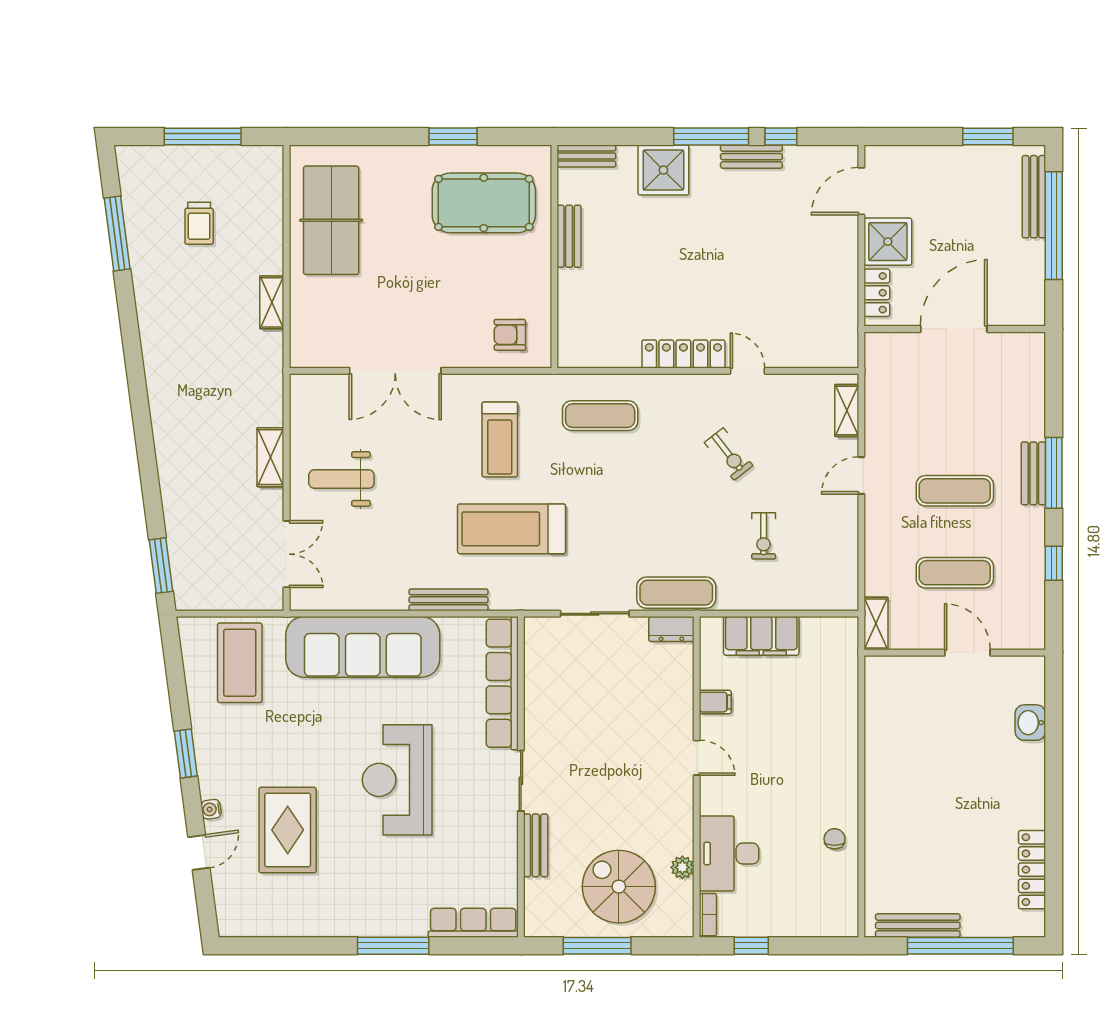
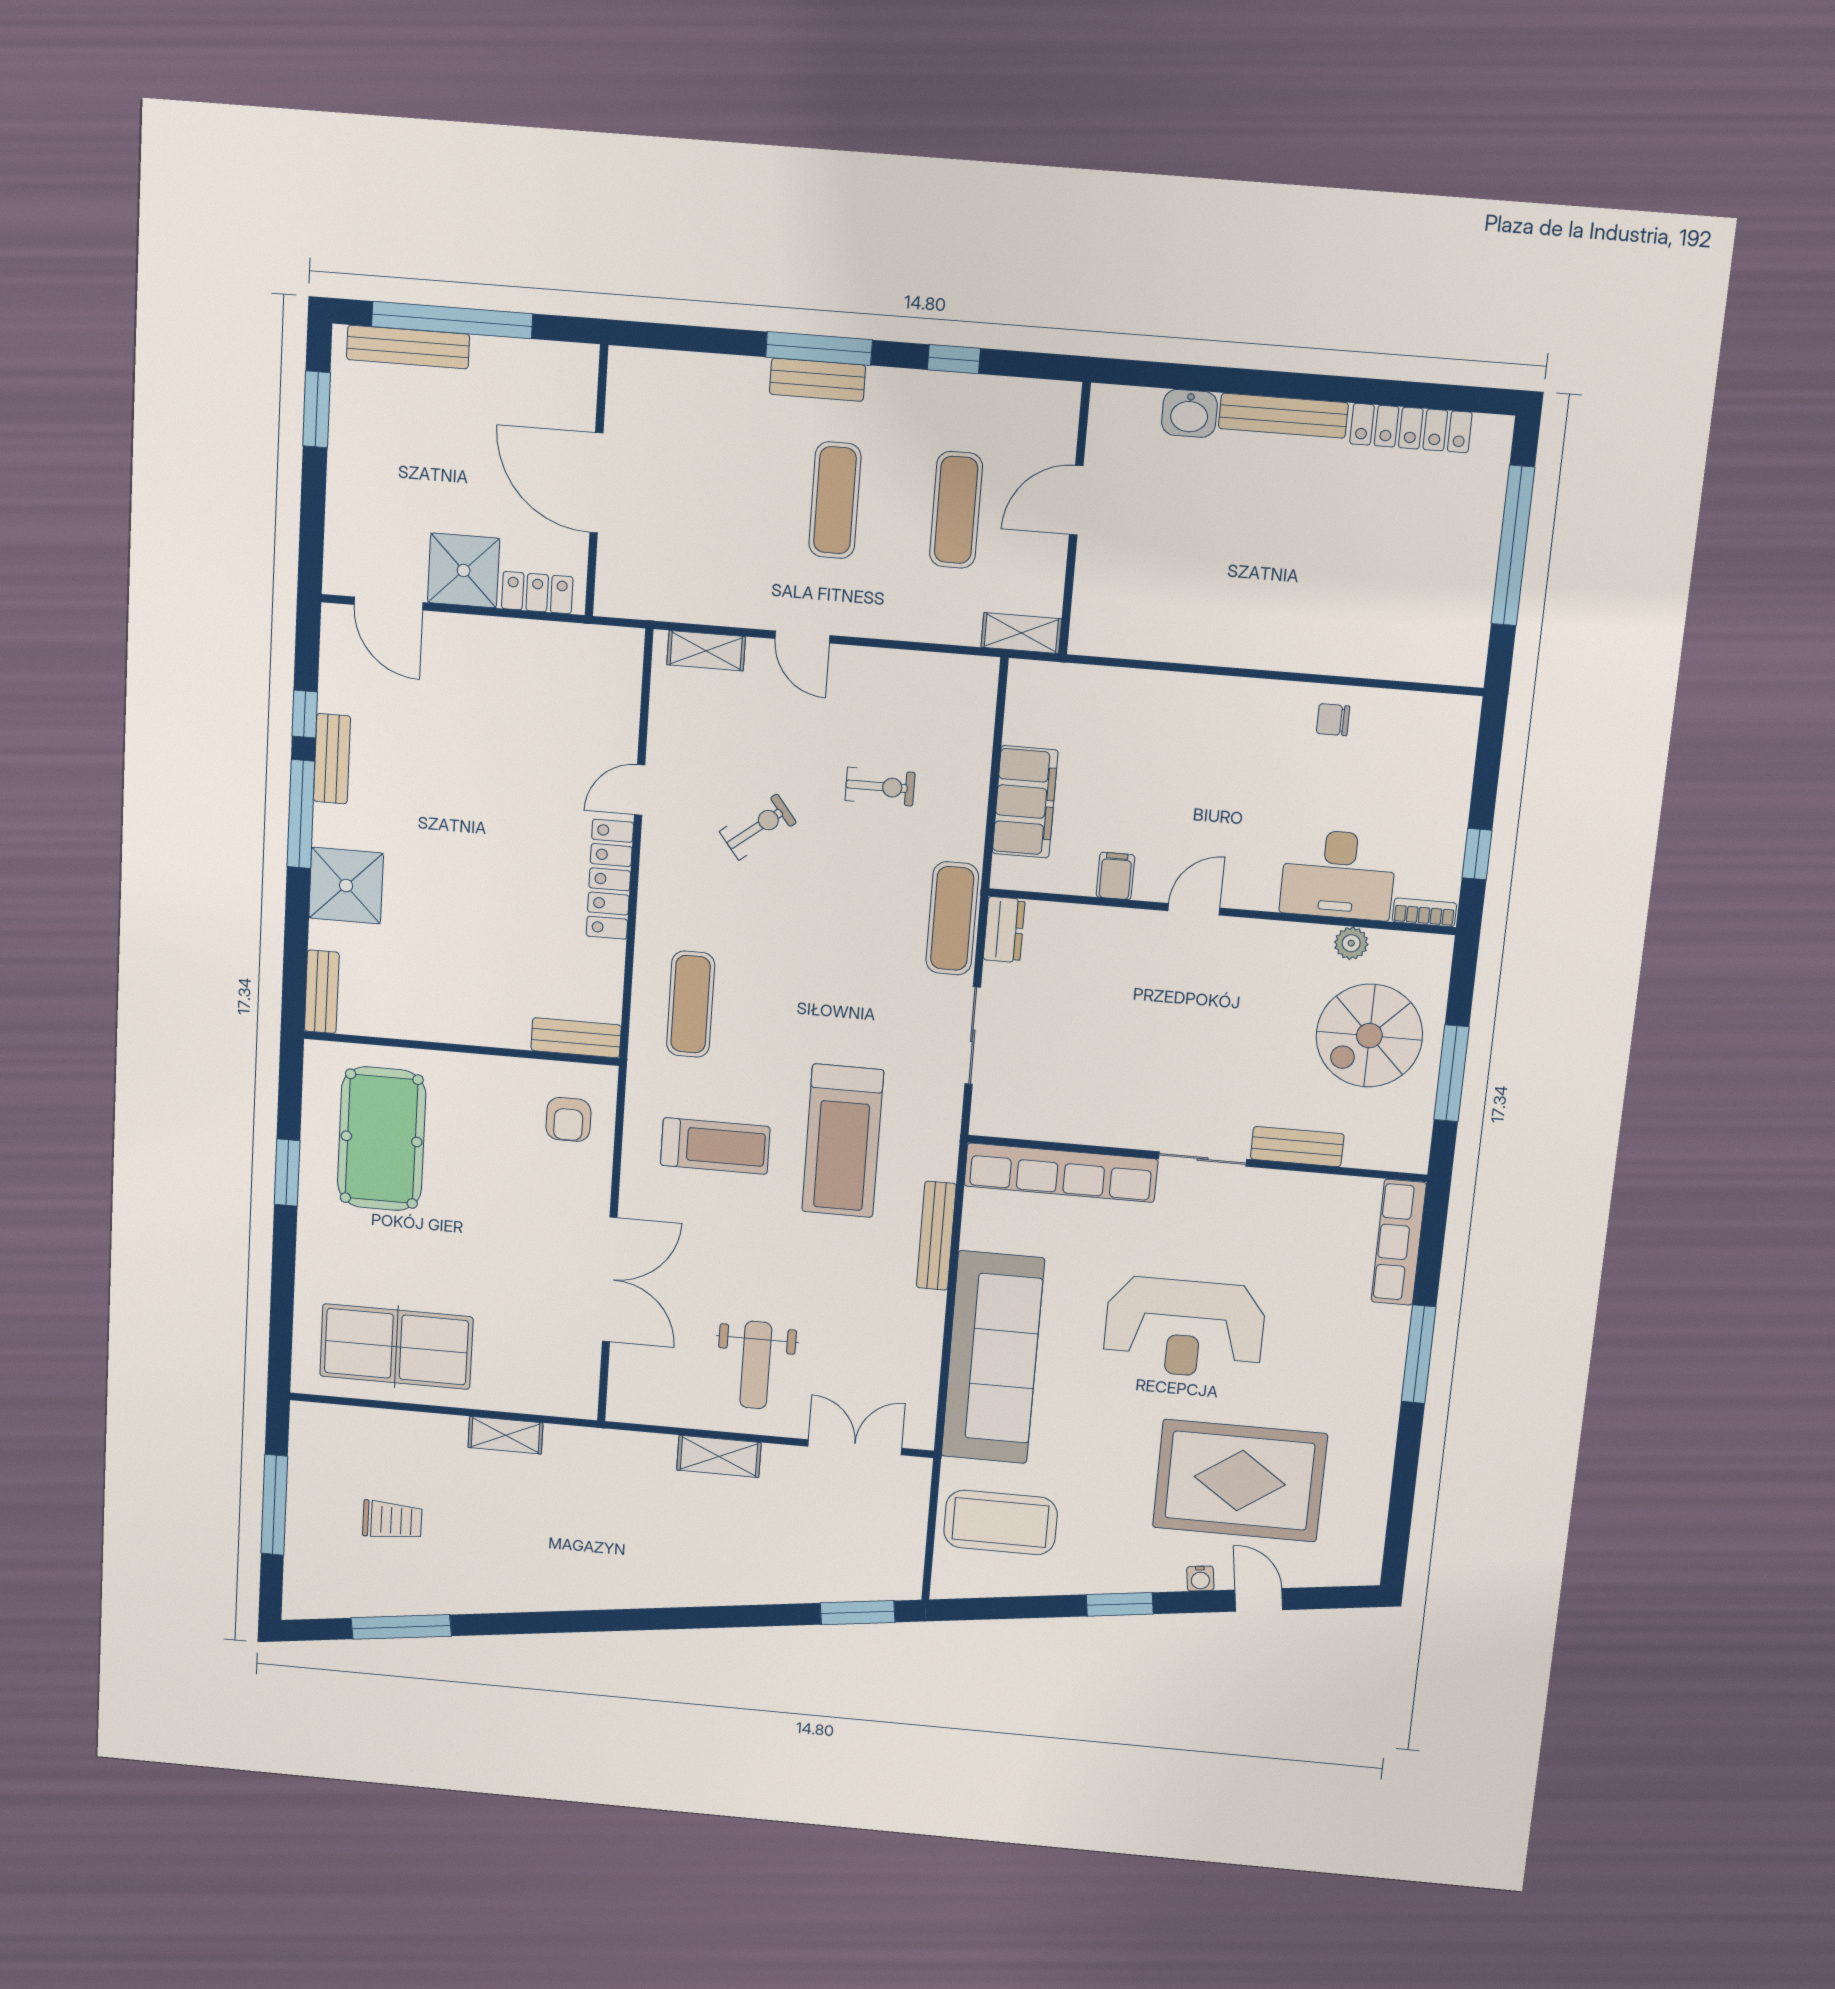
bench: (569, 236) -> (576, 1038), moved
rug: (288, 830) -> (1240, 1481), width x1.37, depth x1.44
bench: (918, 925) -> (1283, 416), moved, turned 90

